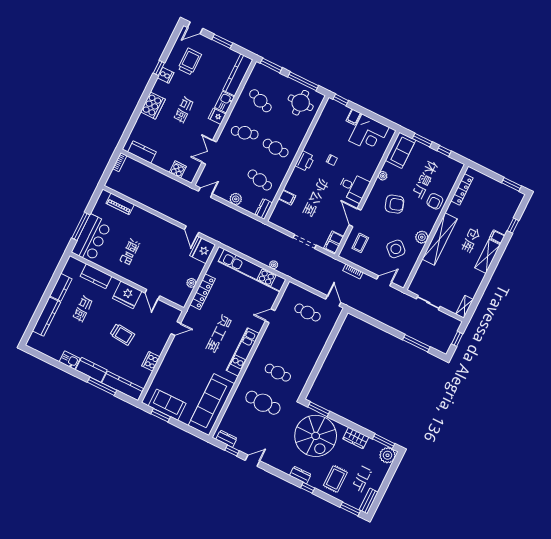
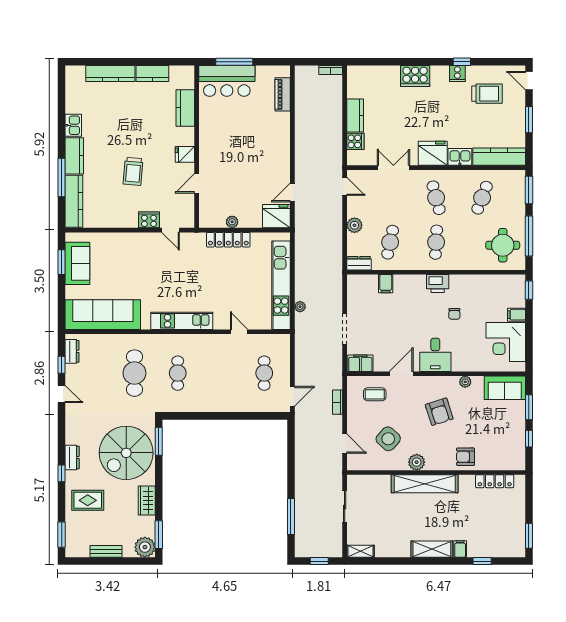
fridge: (217, 116) -> (433, 153), width x1.88, depth x1.34
kitchen counter: (142, 152) -> (355, 116), moved
fridge: (127, 295) -> (185, 154), width x0.53, depth x0.75
cooker: (151, 361) -> (149, 220), moved
bench: (369, 501) -> (106, 551), moved

